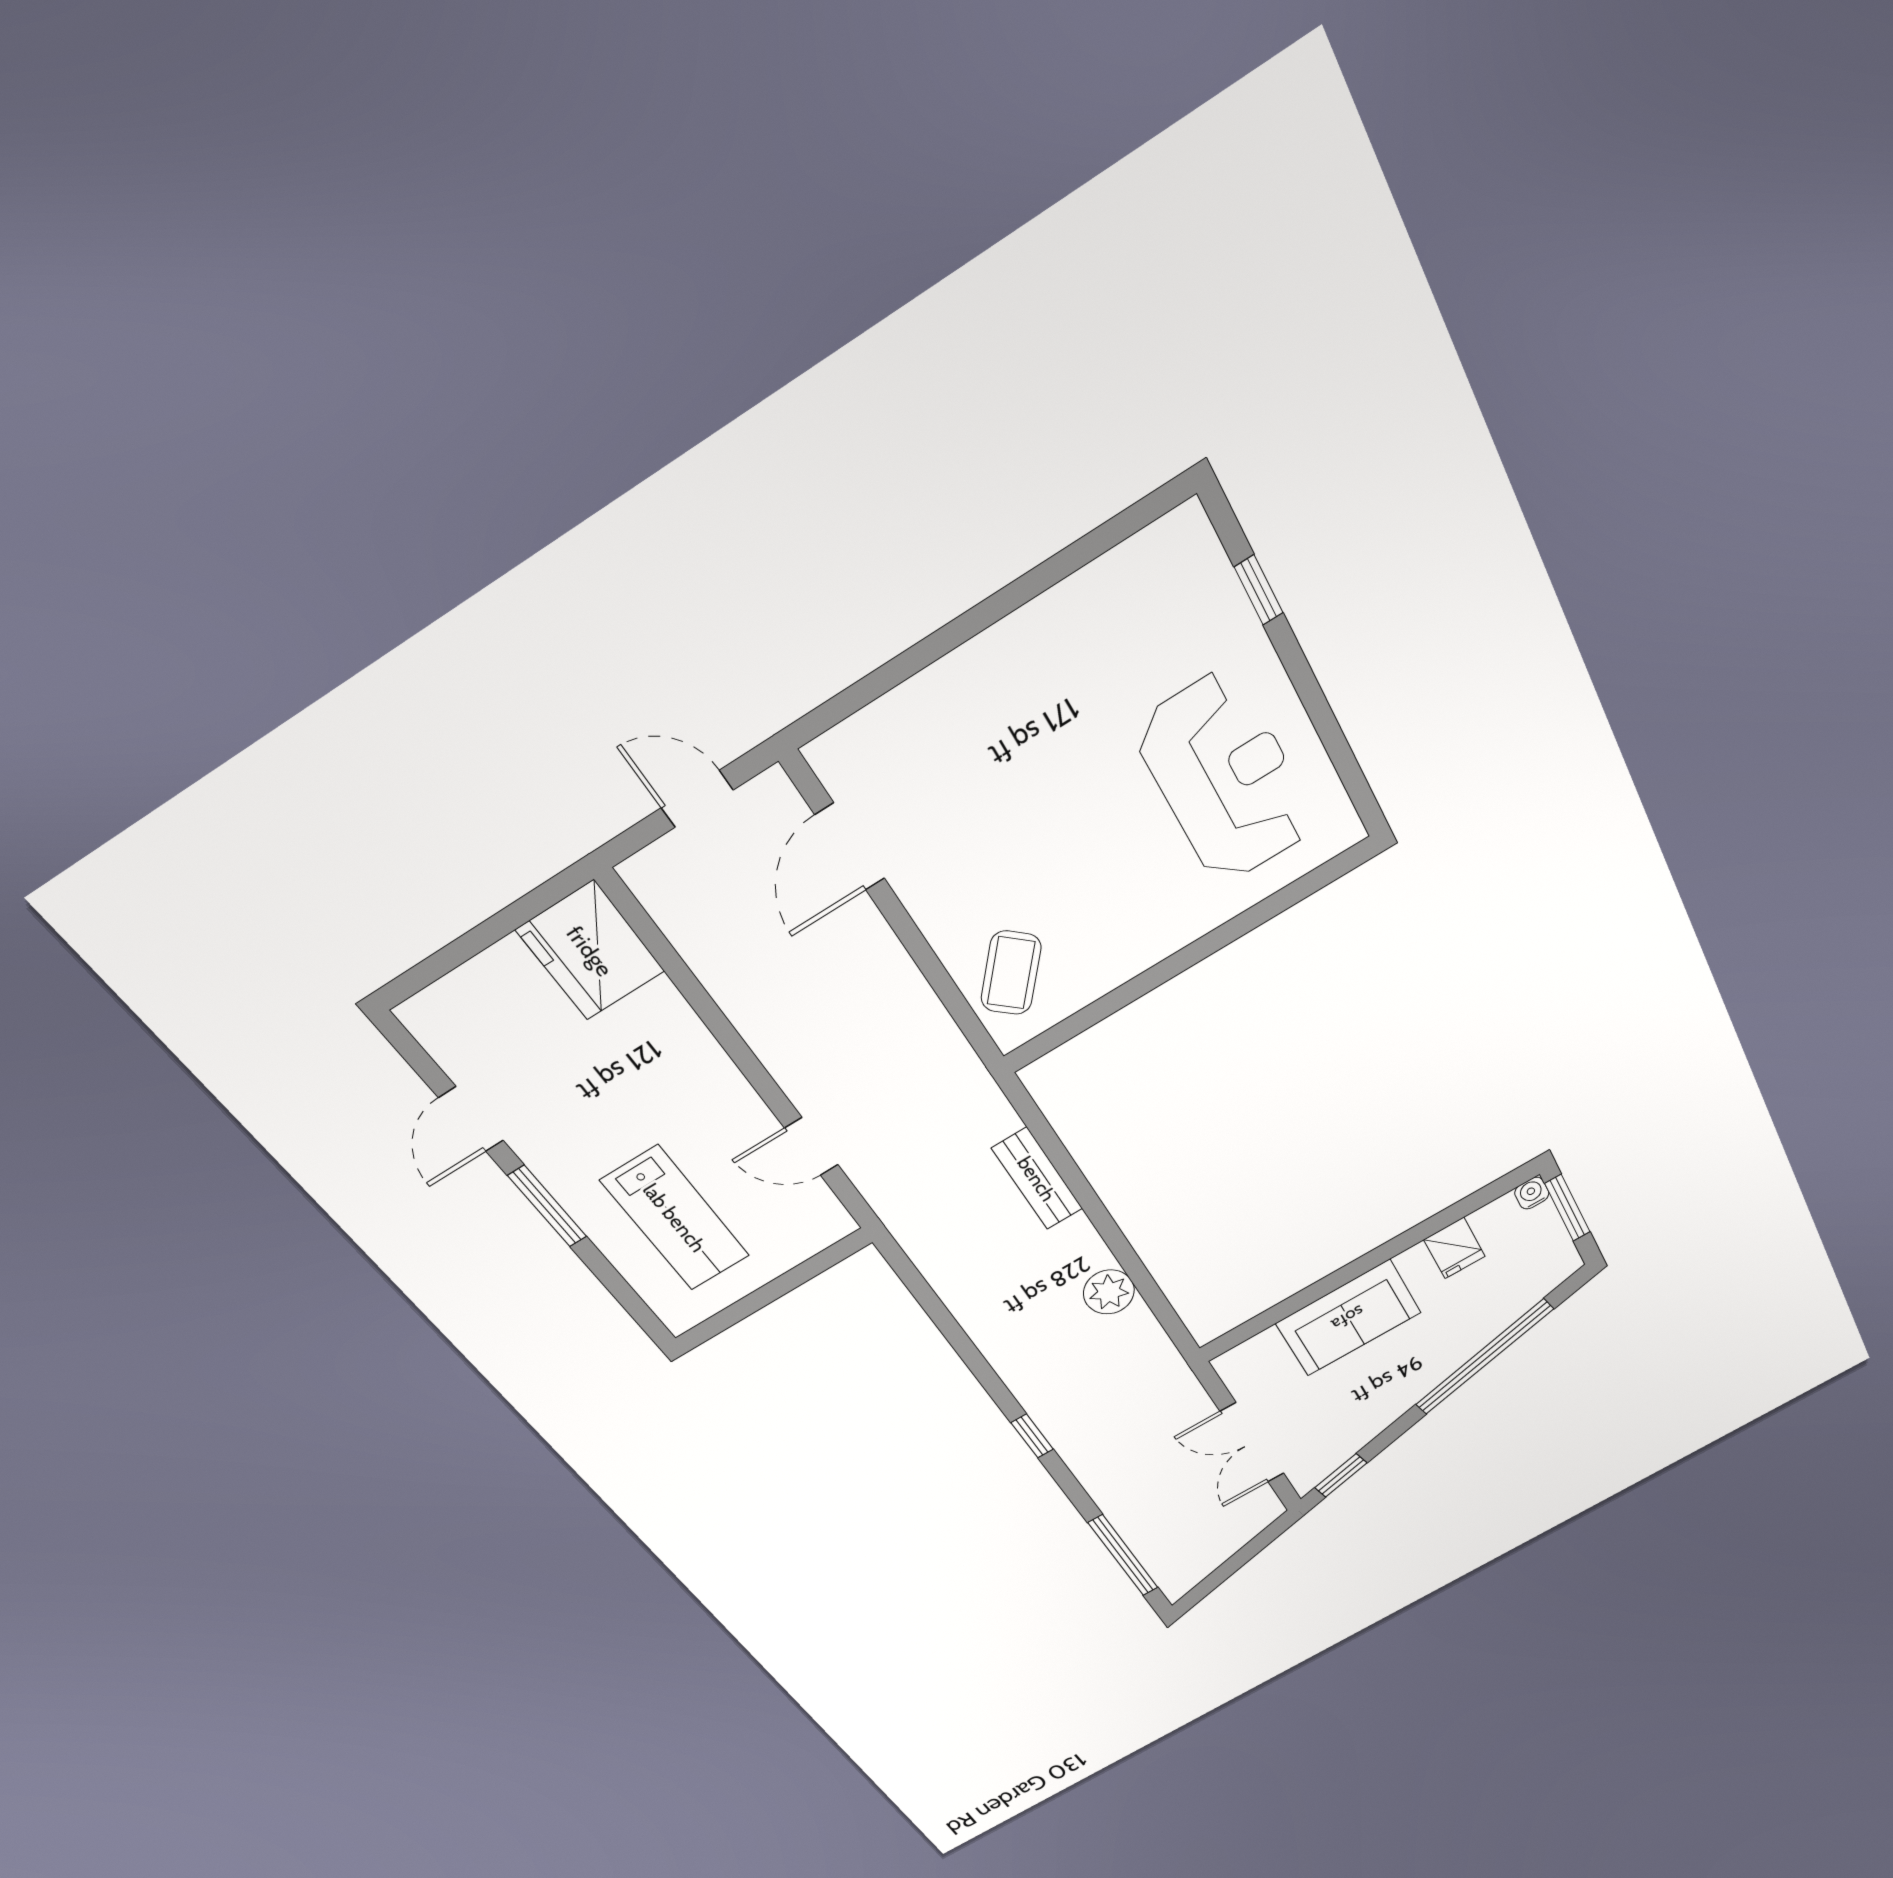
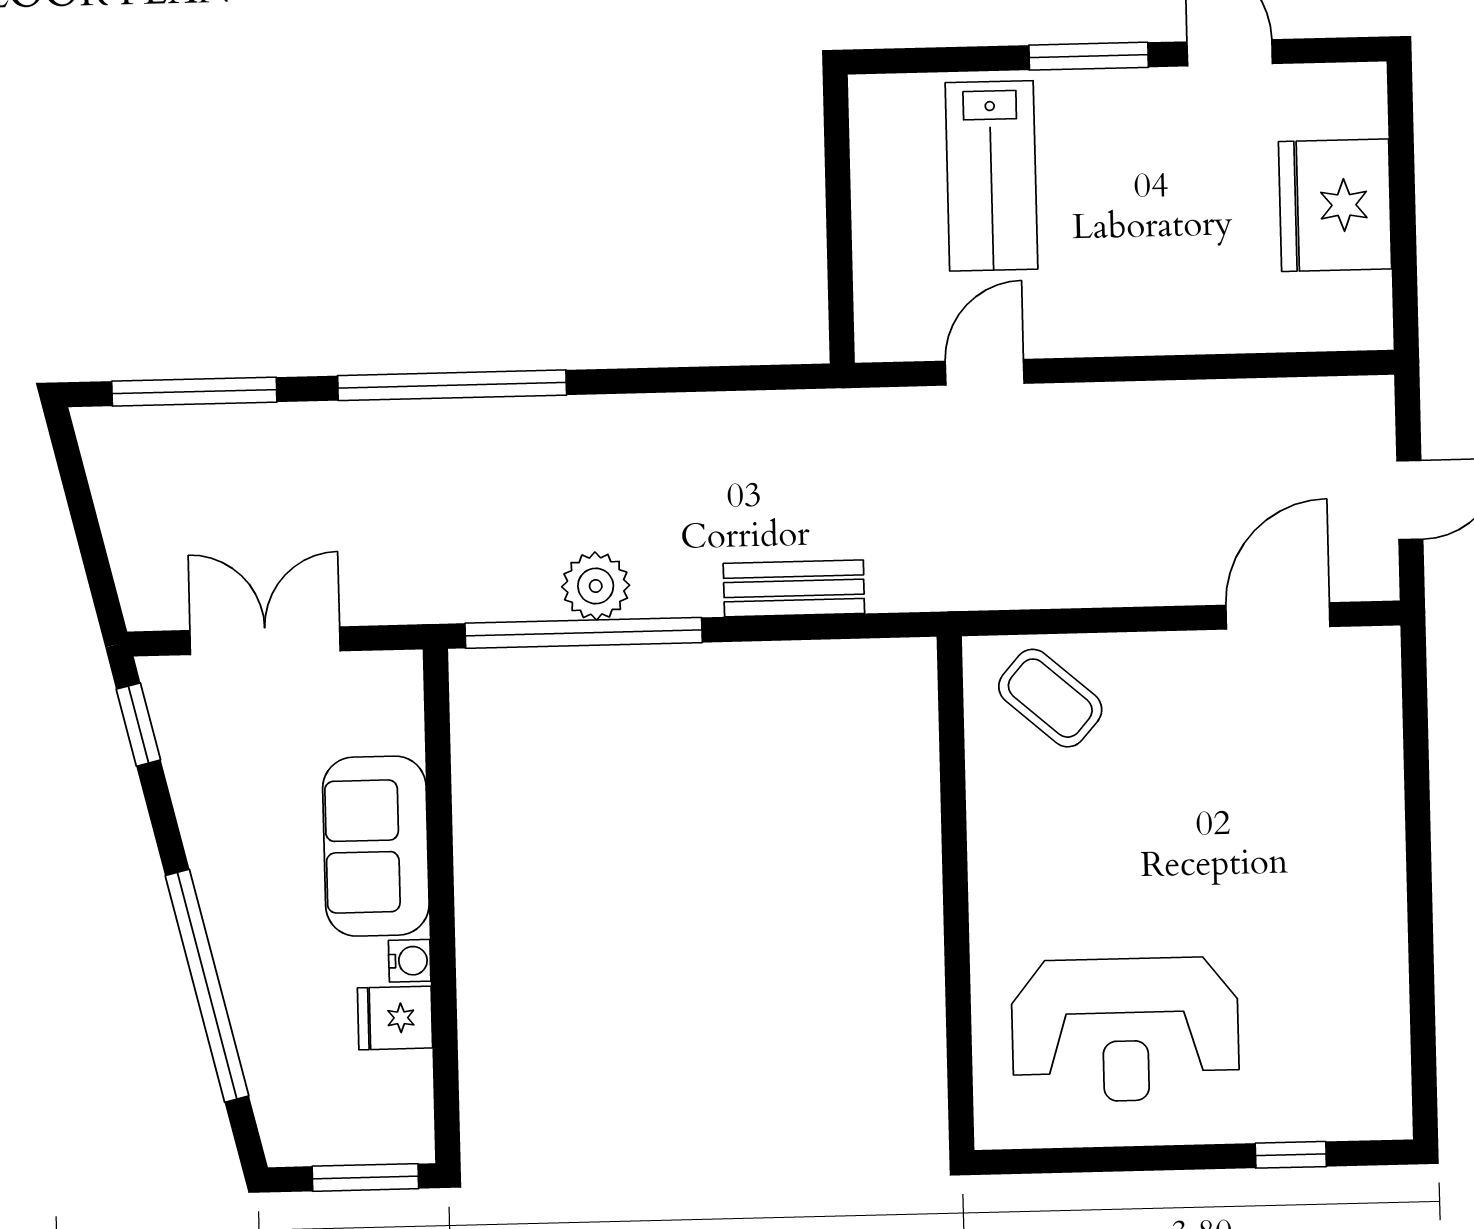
door: (850, 847) -> (1278, 616), hinge flipped
fridge: (590, 951) -> (1335, 205), moved, turned -90
water cooler: (1532, 1193) -> (410, 961), moved
lab bench: (675, 1218) -> (991, 176), turned -90
window: (1144, 1282) -> (584, 633), added
window: (1032, 1436) -> (452, 385), width x3.17

